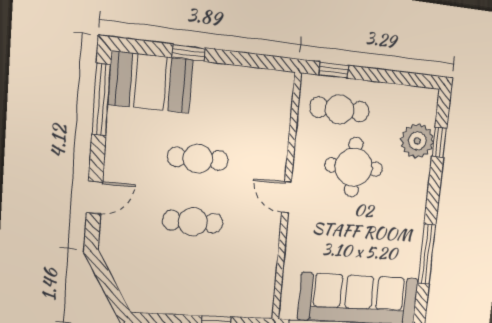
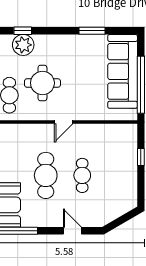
cafe table: (198, 159) -> (46, 175), width x1.37, depth x1.35
window: (427, 254) -> (92, 31), width x0.69

